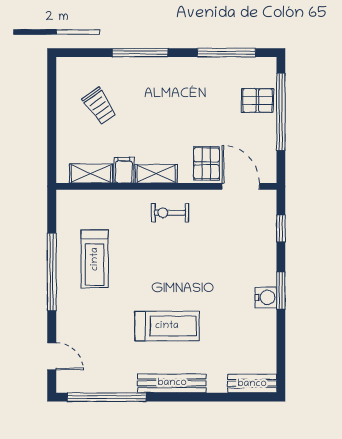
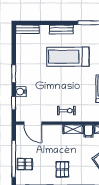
pallet: (206, 163) -> (62, 169), moved
water cooler: (266, 297) -> (21, 92), moved
treadmill: (167, 326) -> (68, 57), width x1.37, depth x1.38
bench: (172, 383) -> (61, 29), width x0.73

